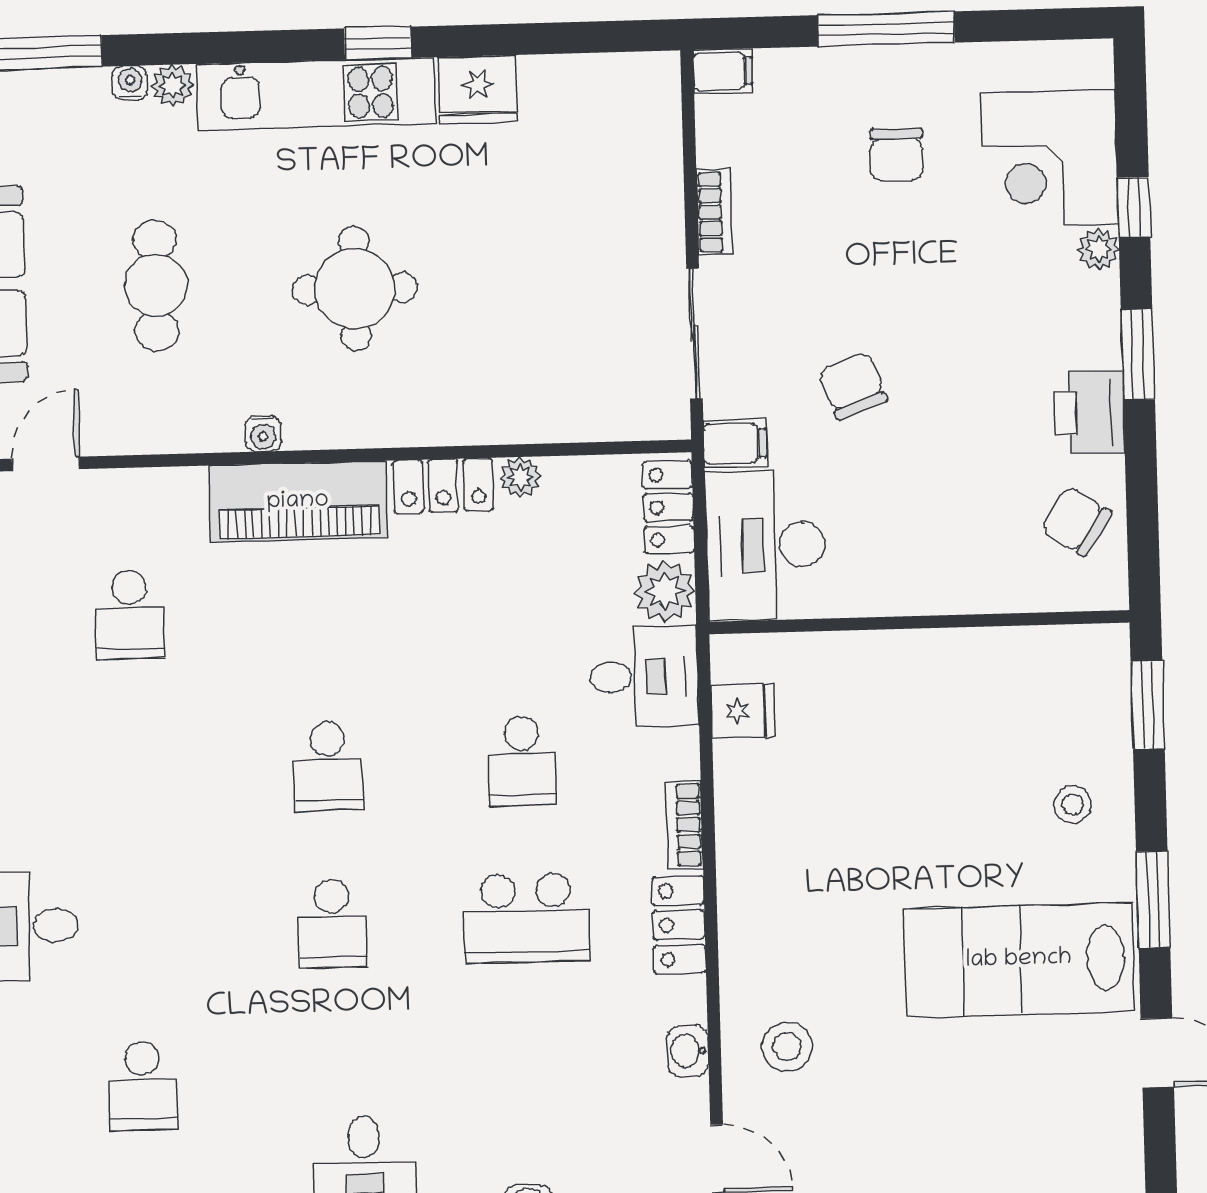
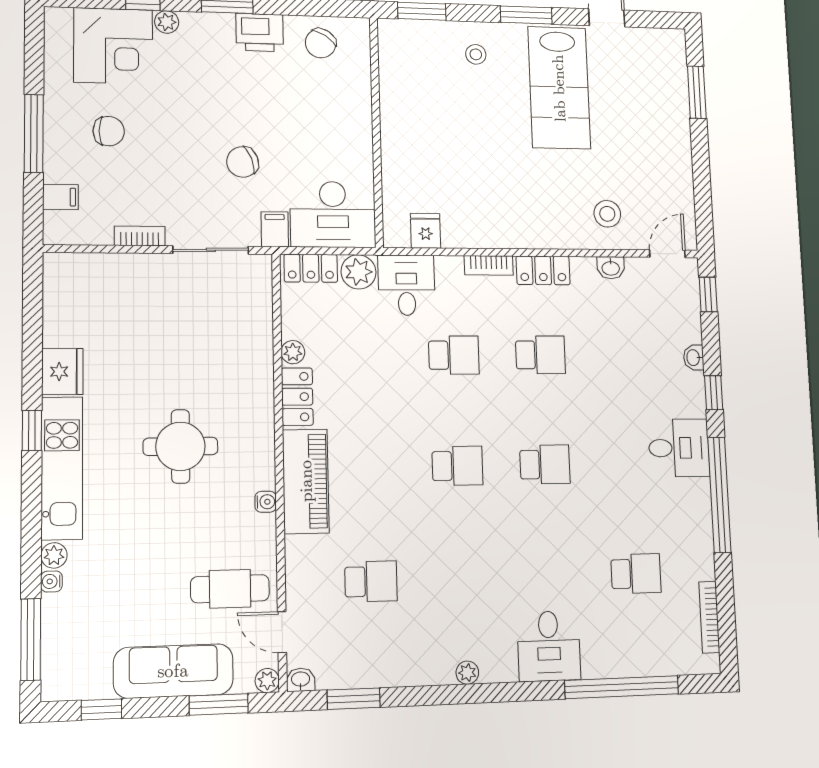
filing cabinet: (723, 71) -> (60, 197), moved, turned 90
cafe table: (156, 285) -> (230, 589), moved
school desk: (526, 918) -> (540, 355), width x0.54

